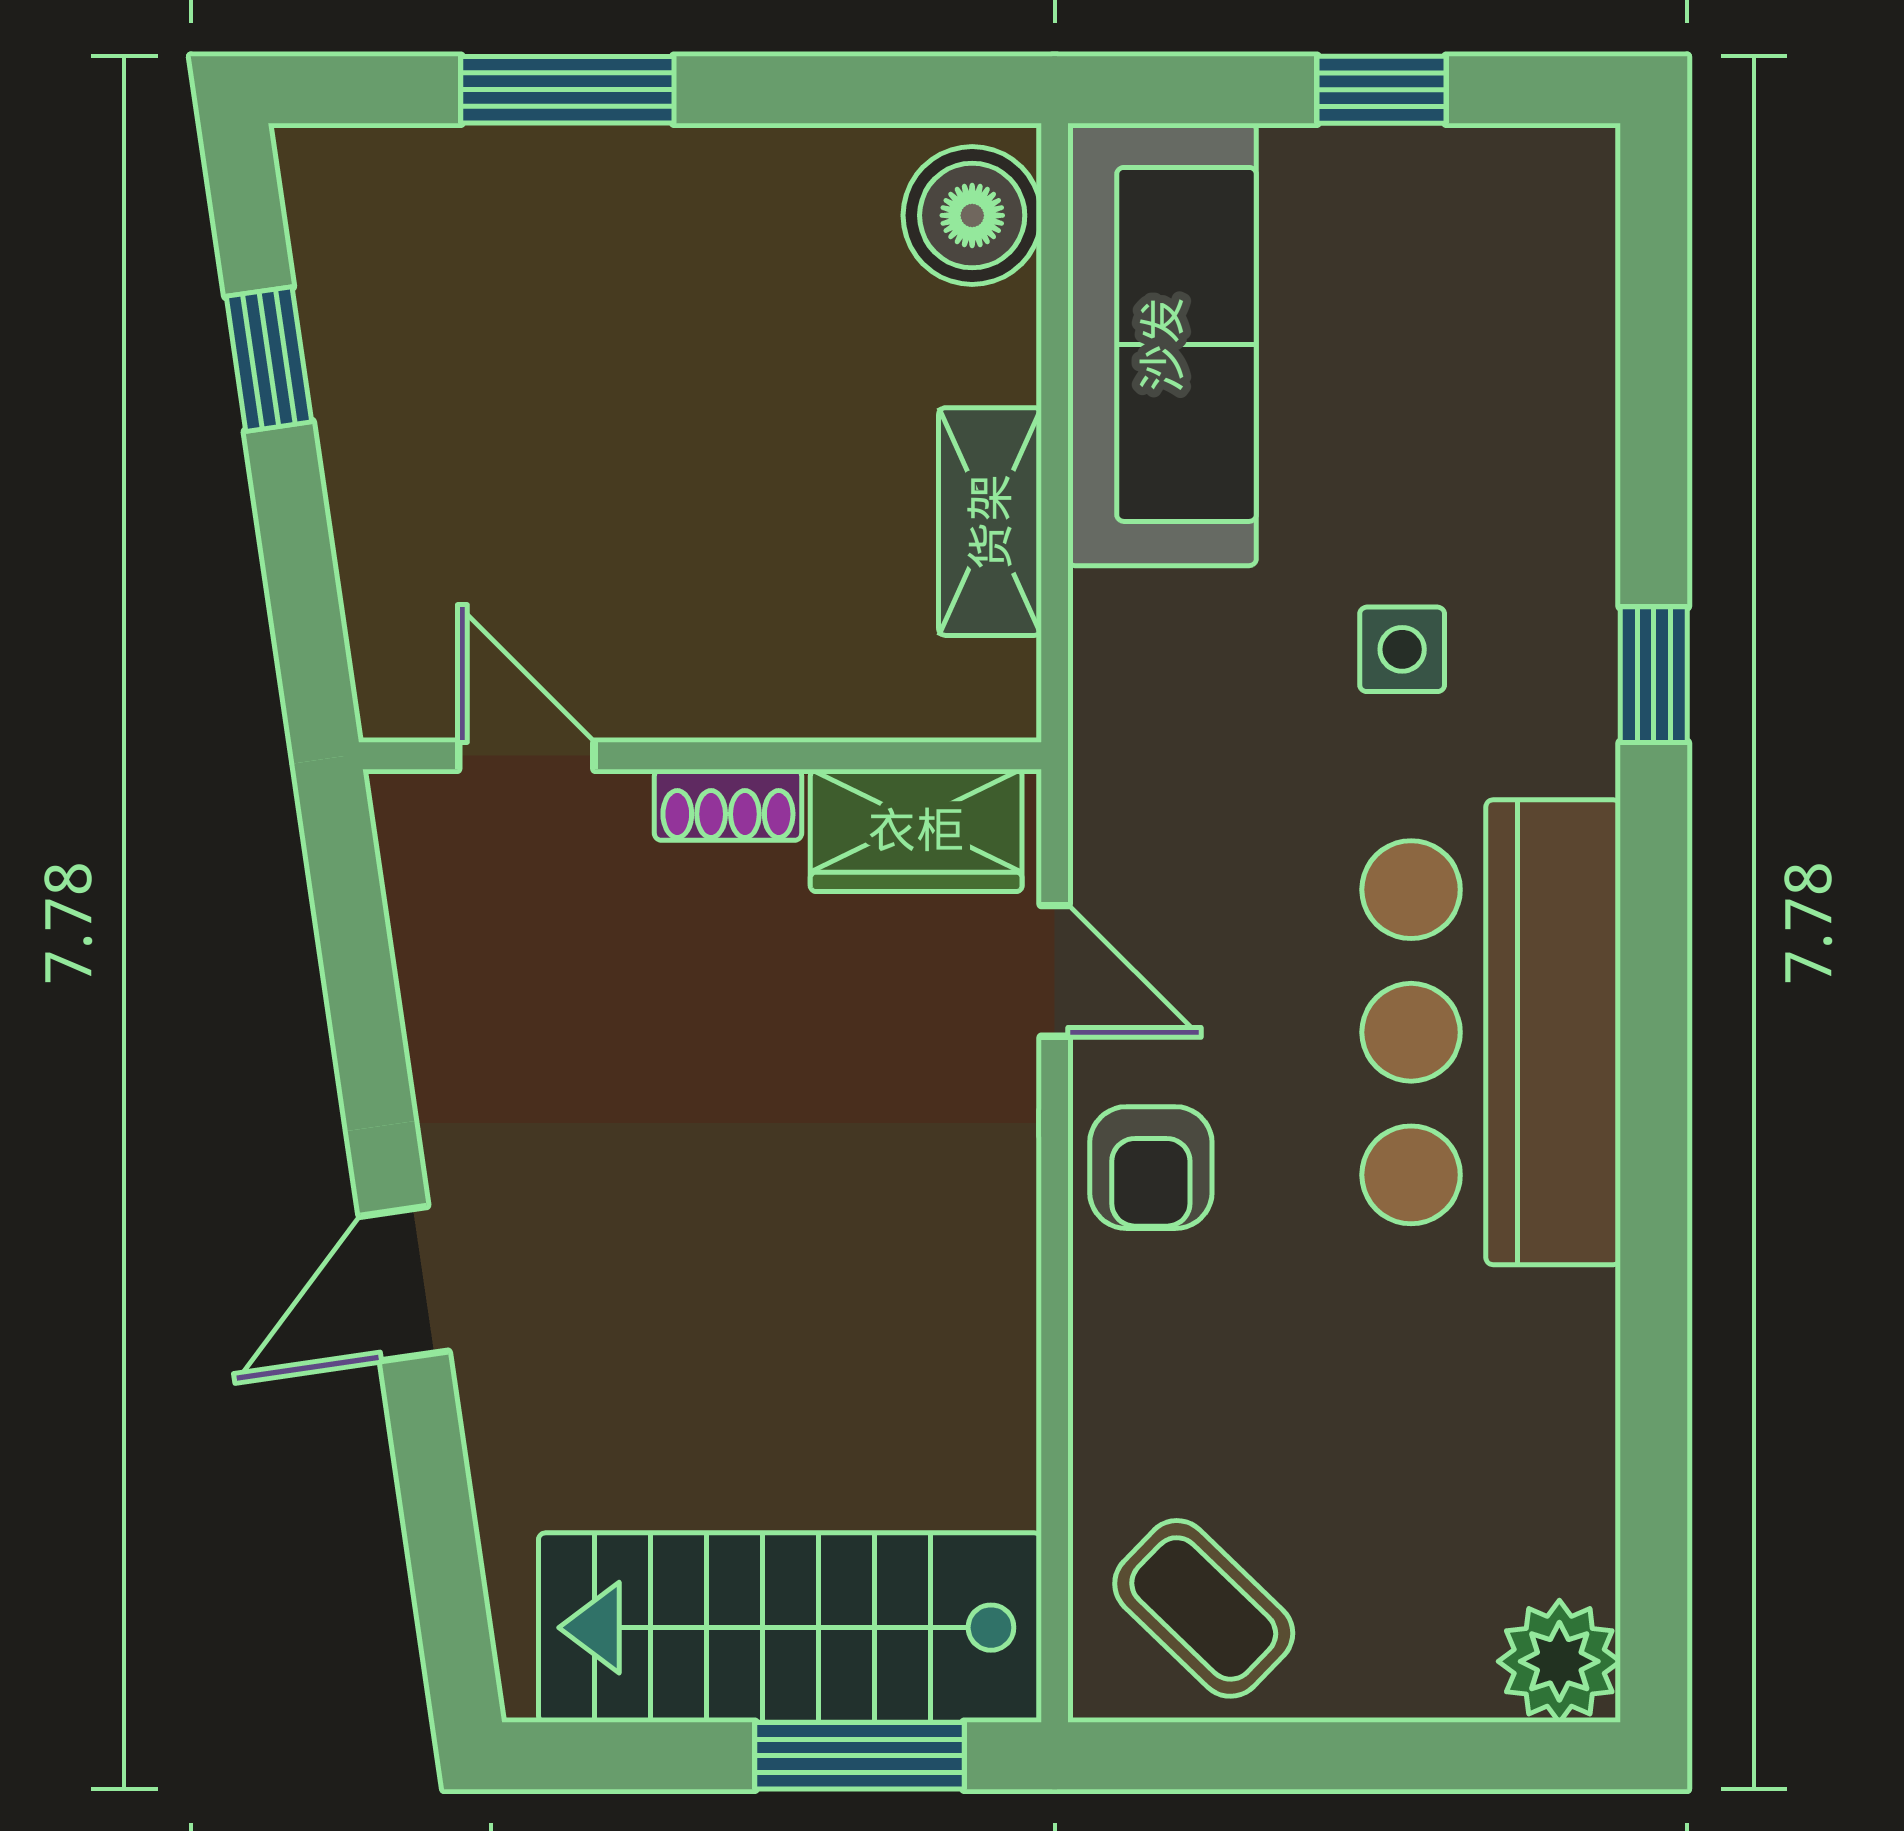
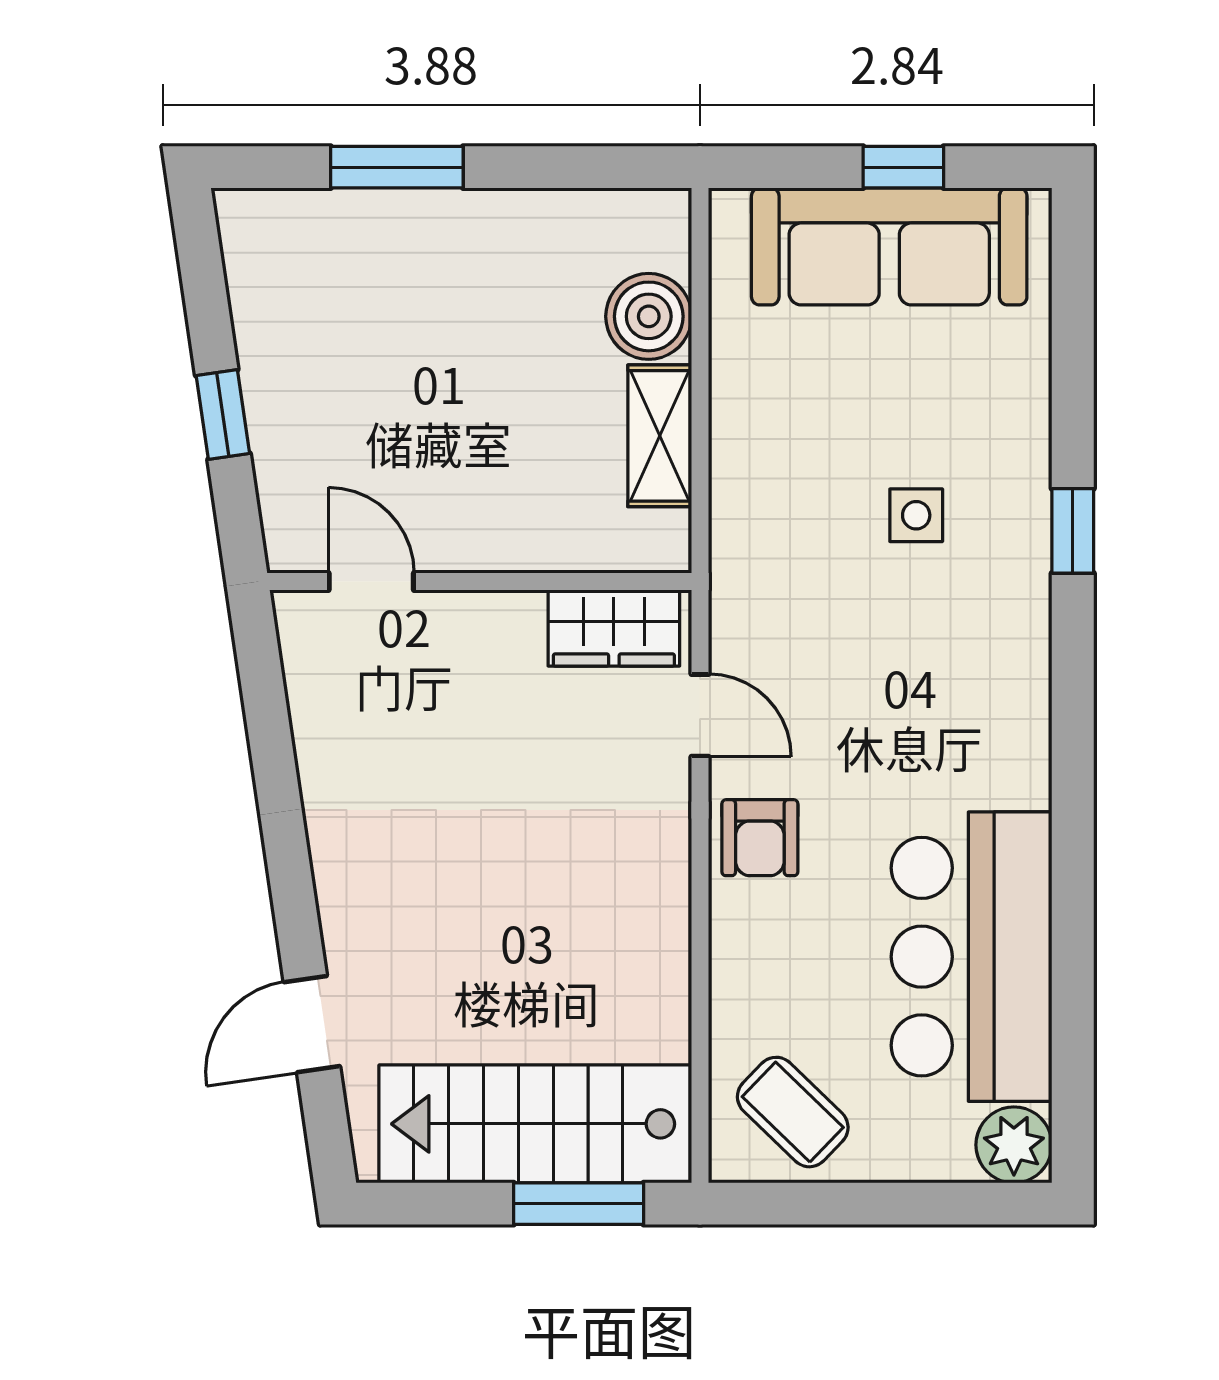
boiler: (972, 215) -> (649, 316), moved
sofa: (1162, 344) -> (889, 246), moved, turned 90
window: (269, 359) -> (223, 415), moved
shoe rack: (728, 805) -> (497, 612), removed
bar counter: (1491, 1032) -> (972, 957), moved
door: (404, 1284) -> (312, 1024), moved

